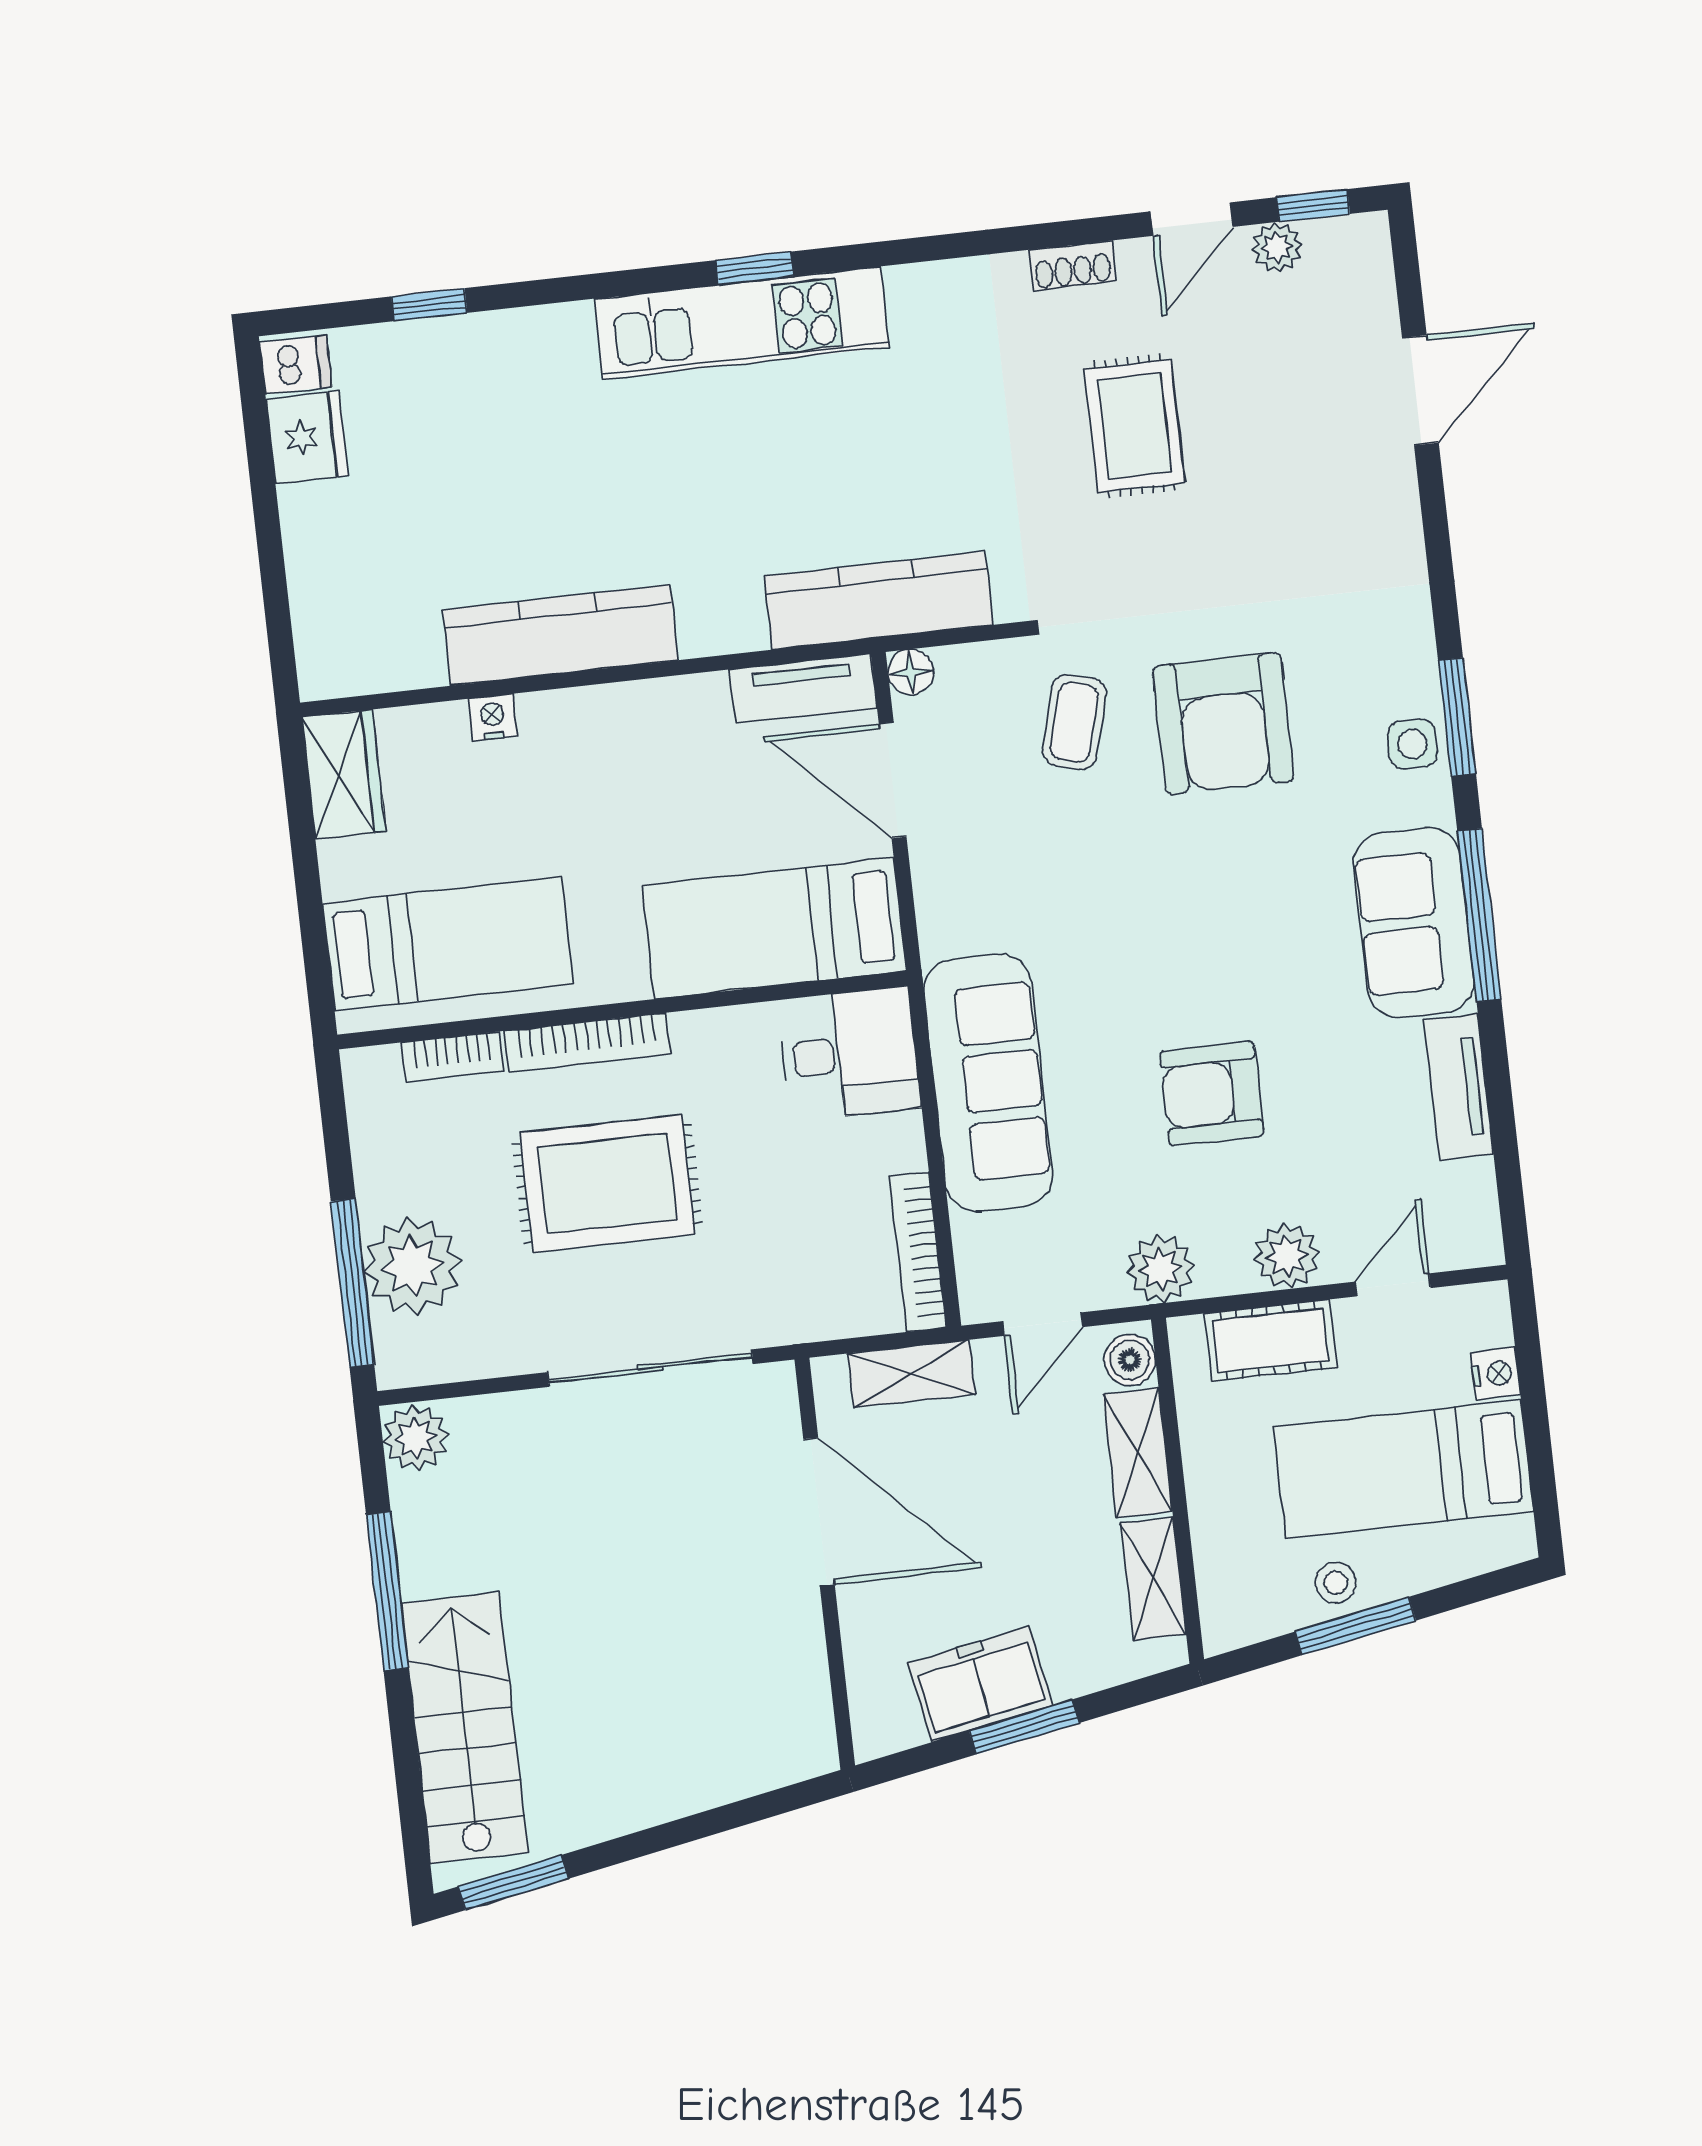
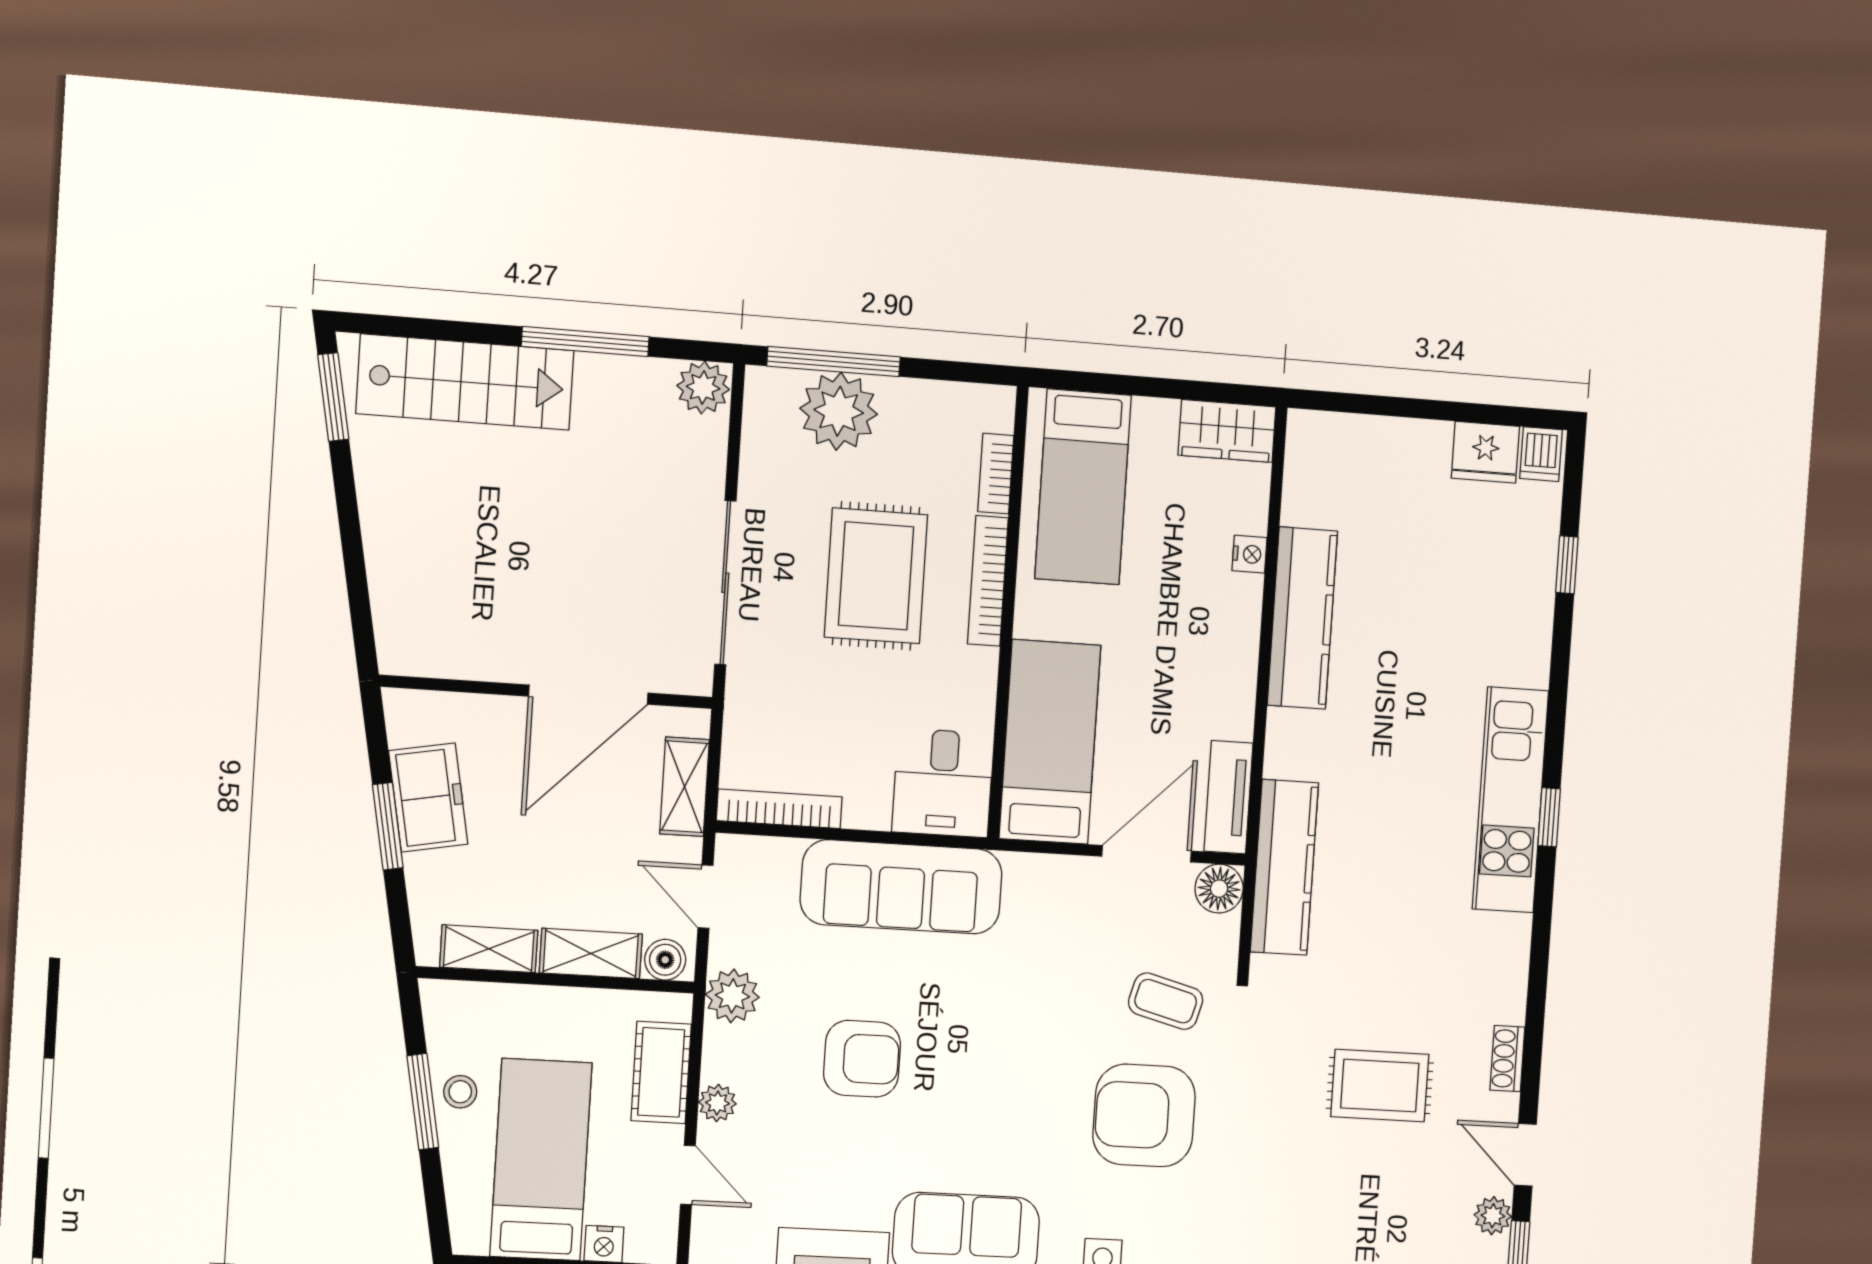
floor lamp: (911, 672) -> (1219, 889), width x1.37, depth x1.37
armchair: (1212, 1094) -> (862, 1059), turned 90
plant: (1287, 1256) -> (717, 1103), width x0.73, depth x0.73

